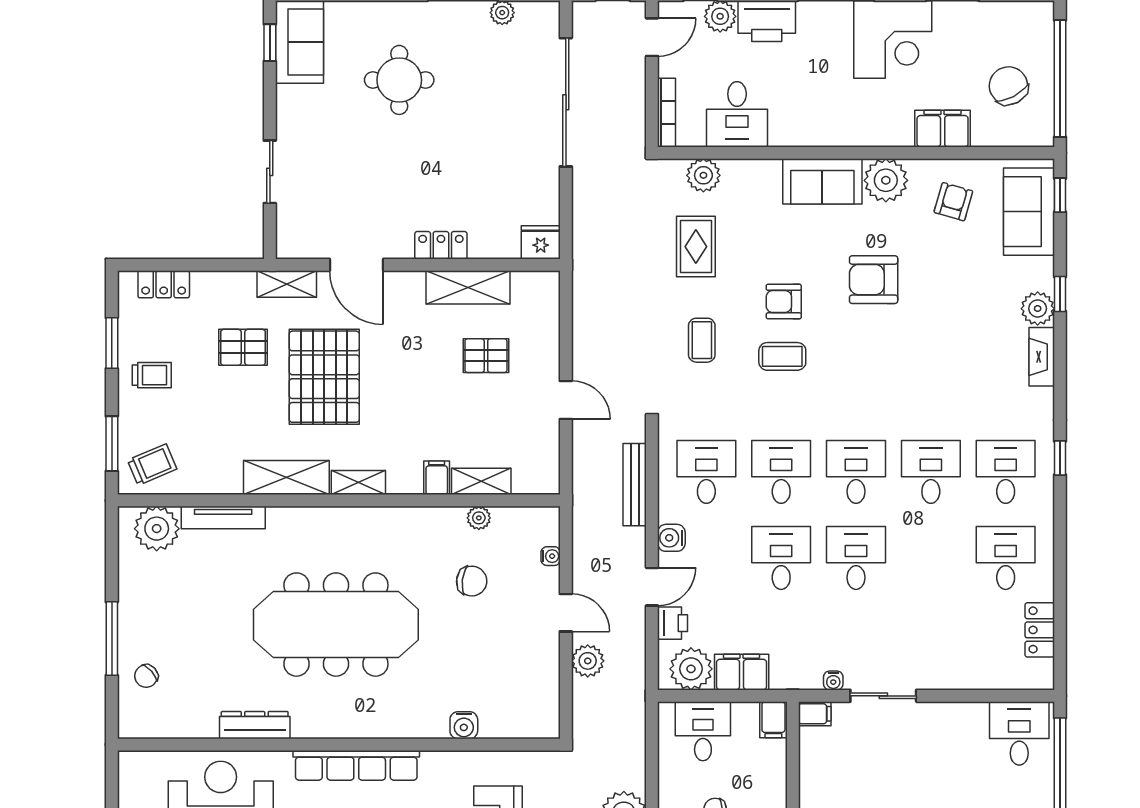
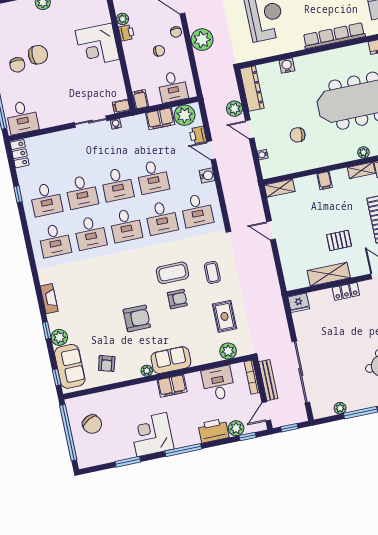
filing cabinet: (943, 129) -> (172, 386), moved
plant: (886, 180) -> (147, 371), width x0.53, depth x0.53
plant: (1038, 309) -> (59, 337), moved
pallet: (486, 356) -> (339, 240), moved
coffee table: (782, 356) -> (172, 273), width x1.36, depth x1.30
window: (1060, 458) -> (18, 194), moved
shelving: (481, 481) -> (280, 188), moved
bench: (635, 485) -> (268, 380), moved
plant: (479, 518) -> (363, 152), moved
desk: (931, 558) -> (82, 192), added
door: (652, 587) -> (211, 150), hinge flipped
locker: (1040, 630) -> (20, 154), moved
dresser: (544, 694) -> (252, 89), added

